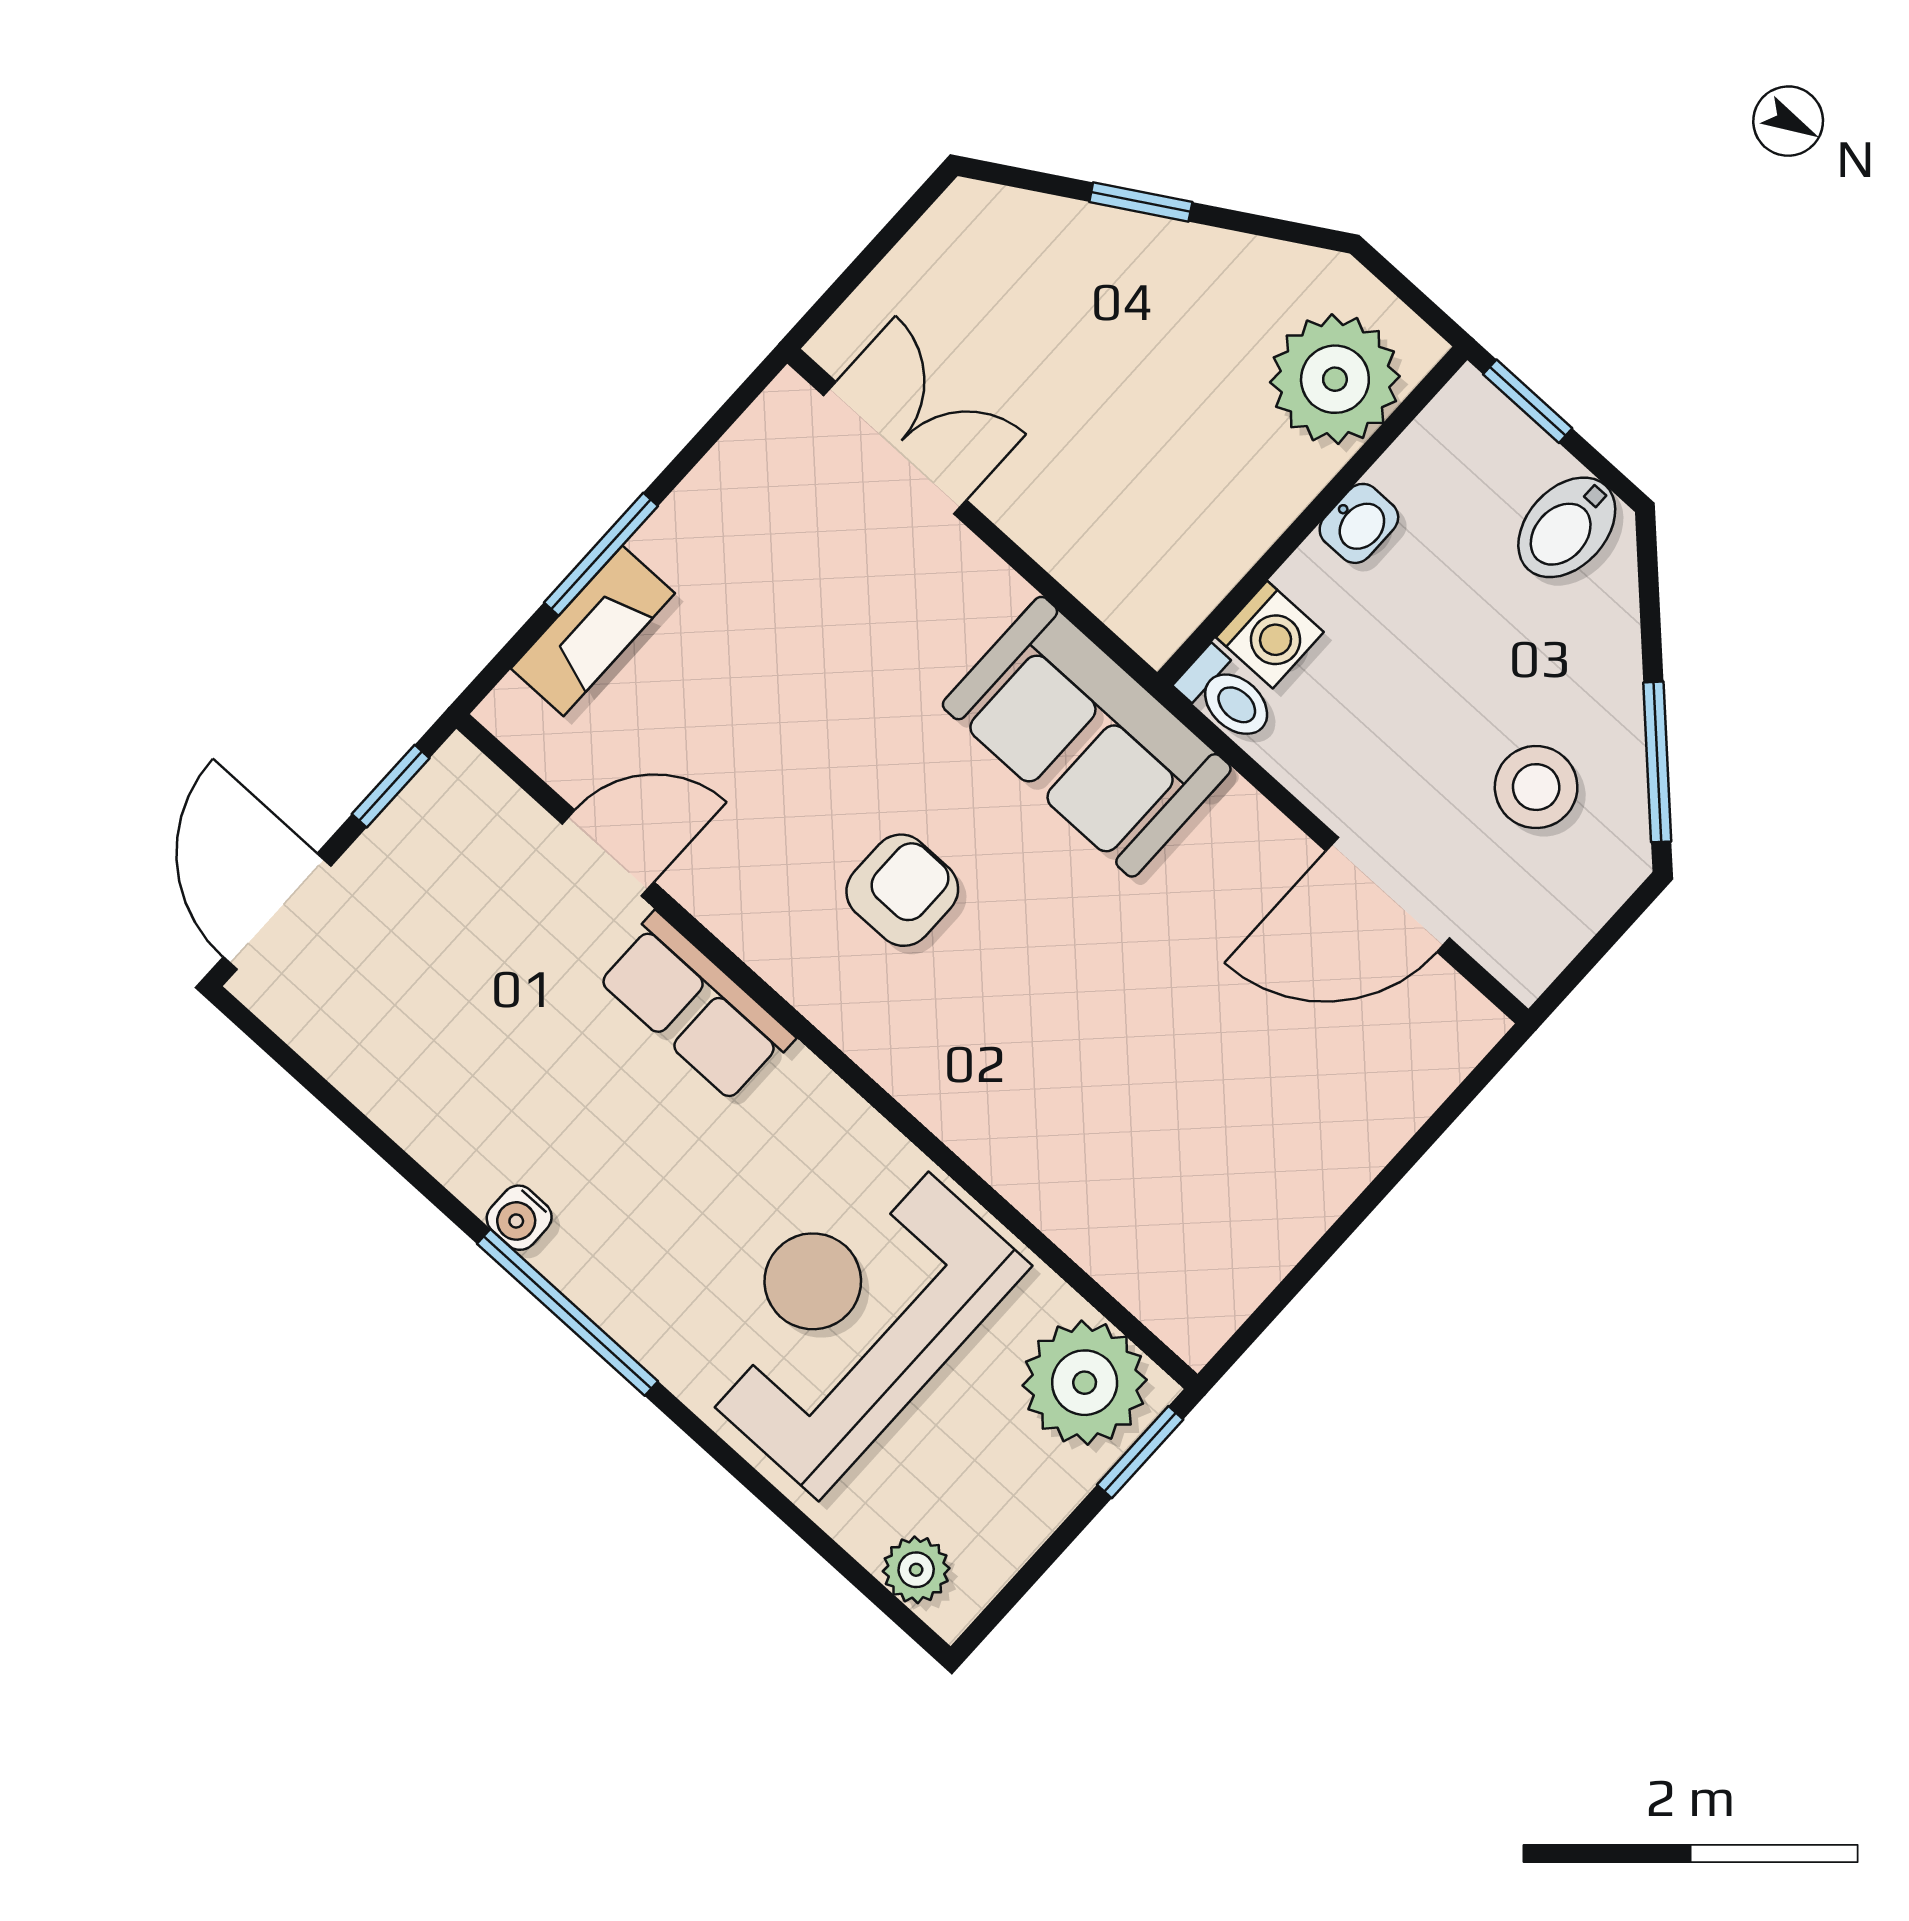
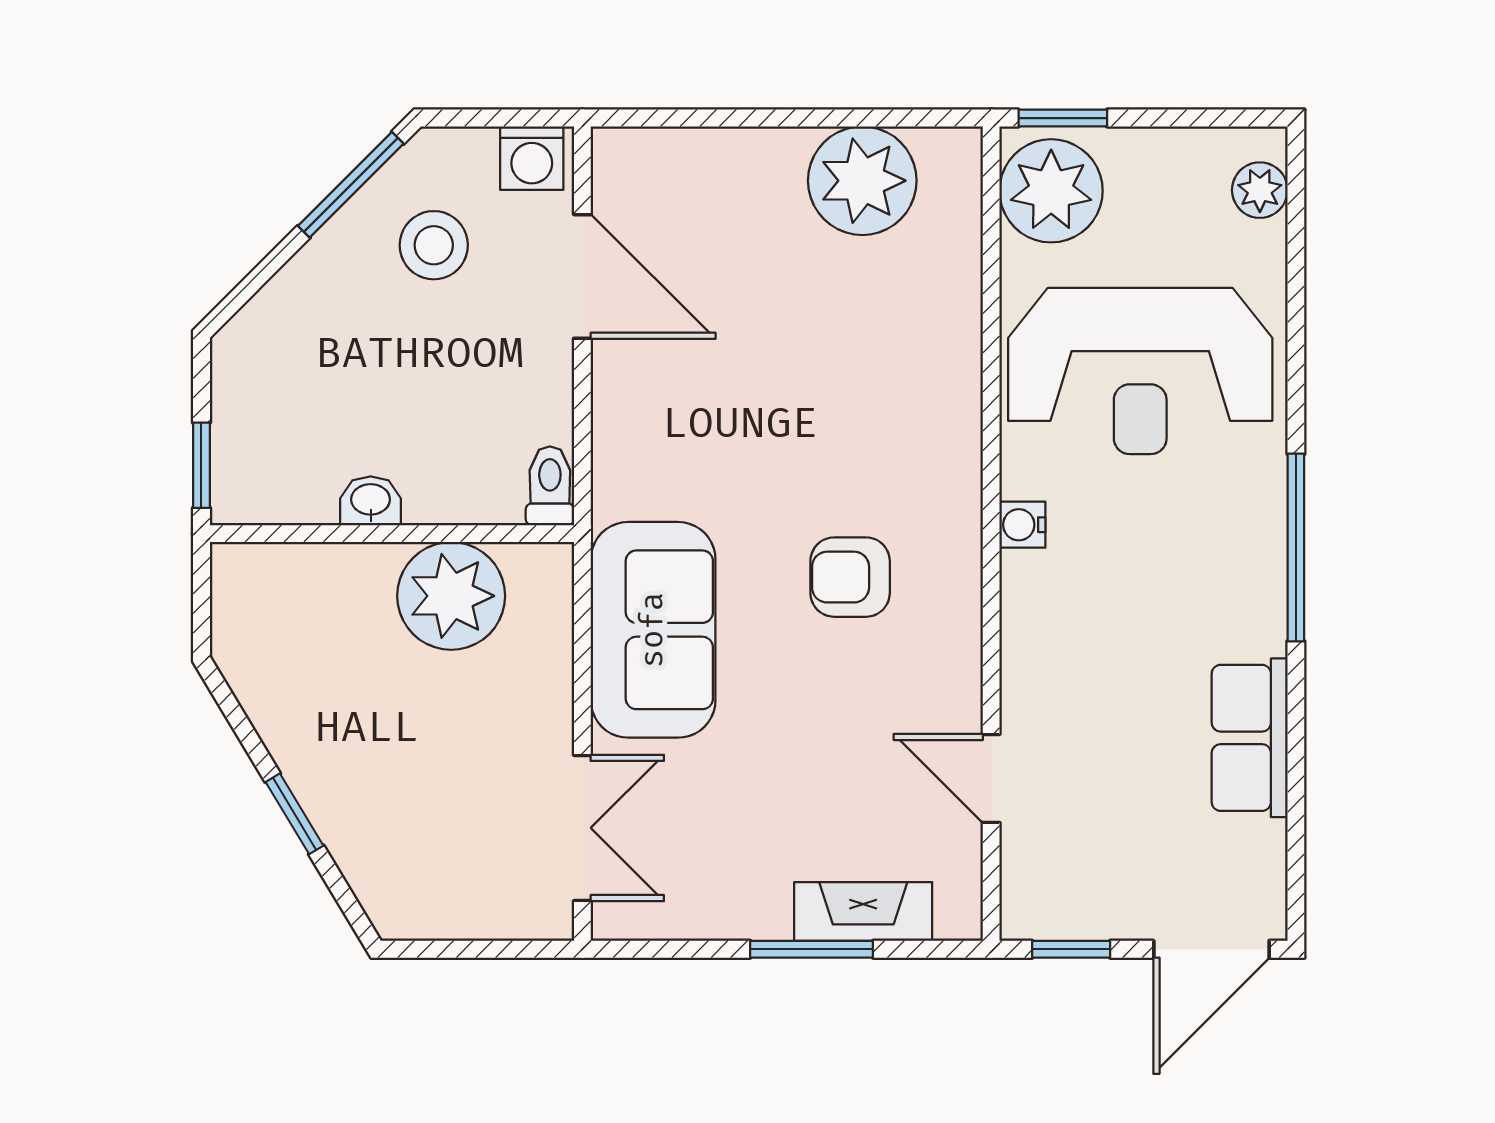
plant: (1335, 379) -> (451, 596), moved
double door: (895, 448) -> (582, 828), swing flipped
bidet: (1567, 527) -> (257, 371), removed
washing machine: (1270, 635) -> (532, 158), moved, turned 180
sofa: (1087, 737) -> (653, 630), moved
row of seats: (695, 1007) -> (1250, 738), moved, turned 180
water cooler: (519, 1218) -> (1022, 525), moved, turned 180
plant: (1247, 1222) -> (862, 181), added

